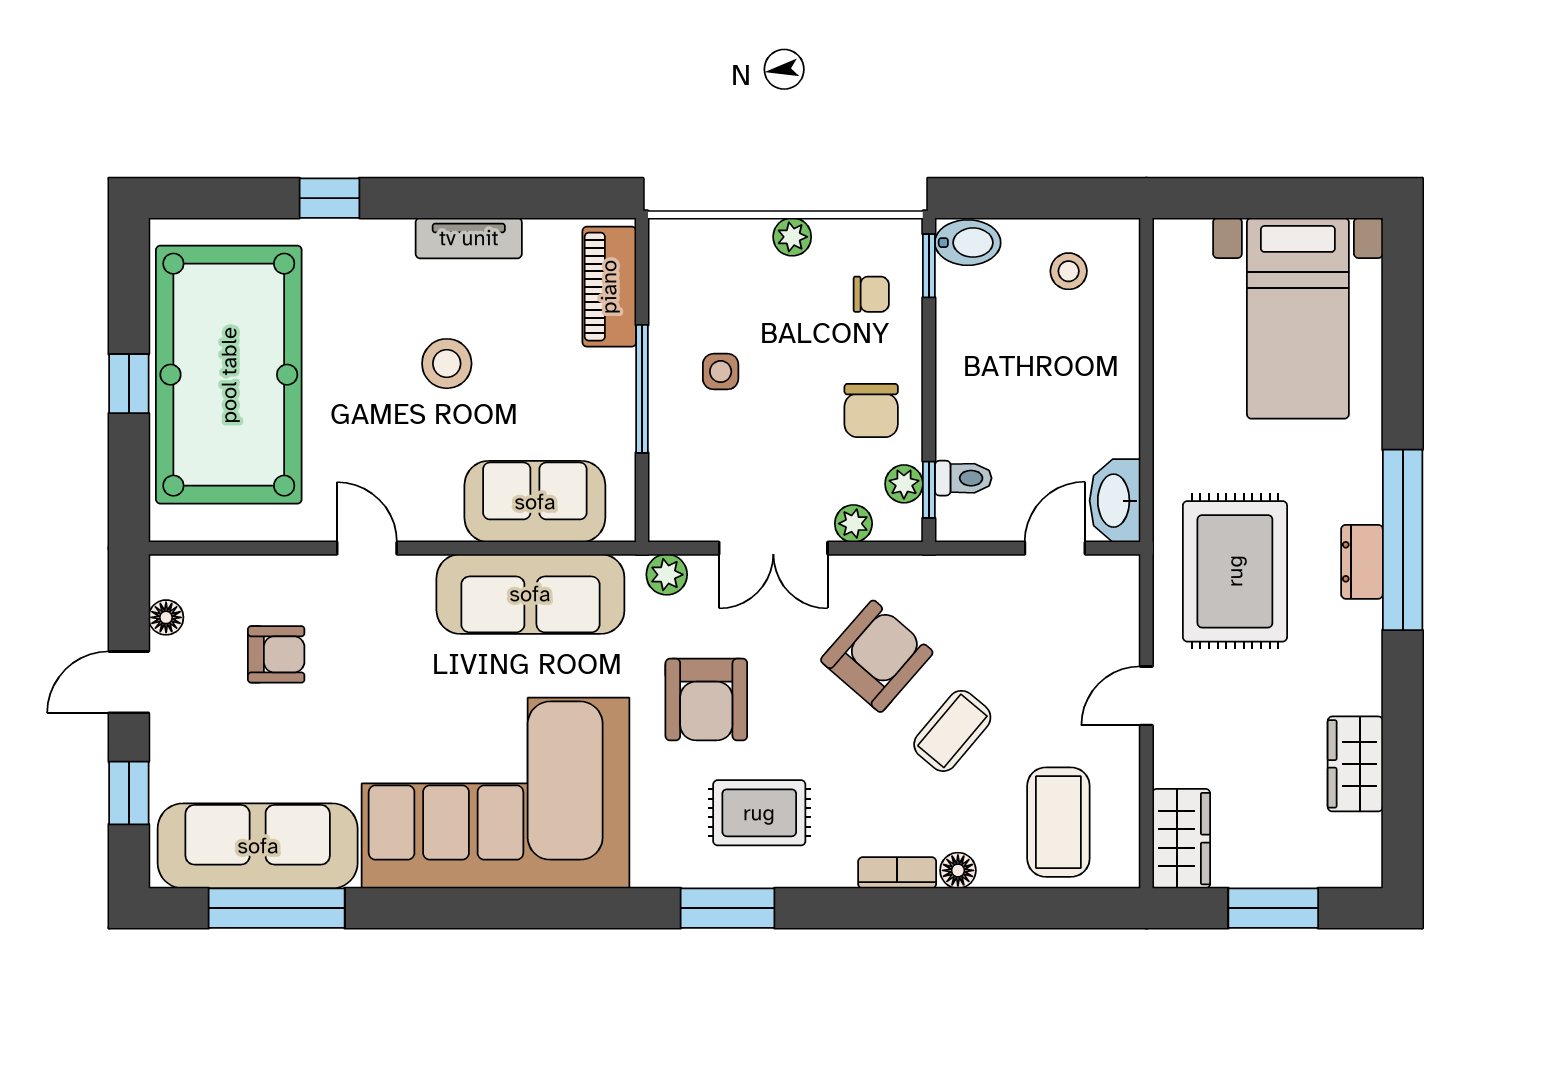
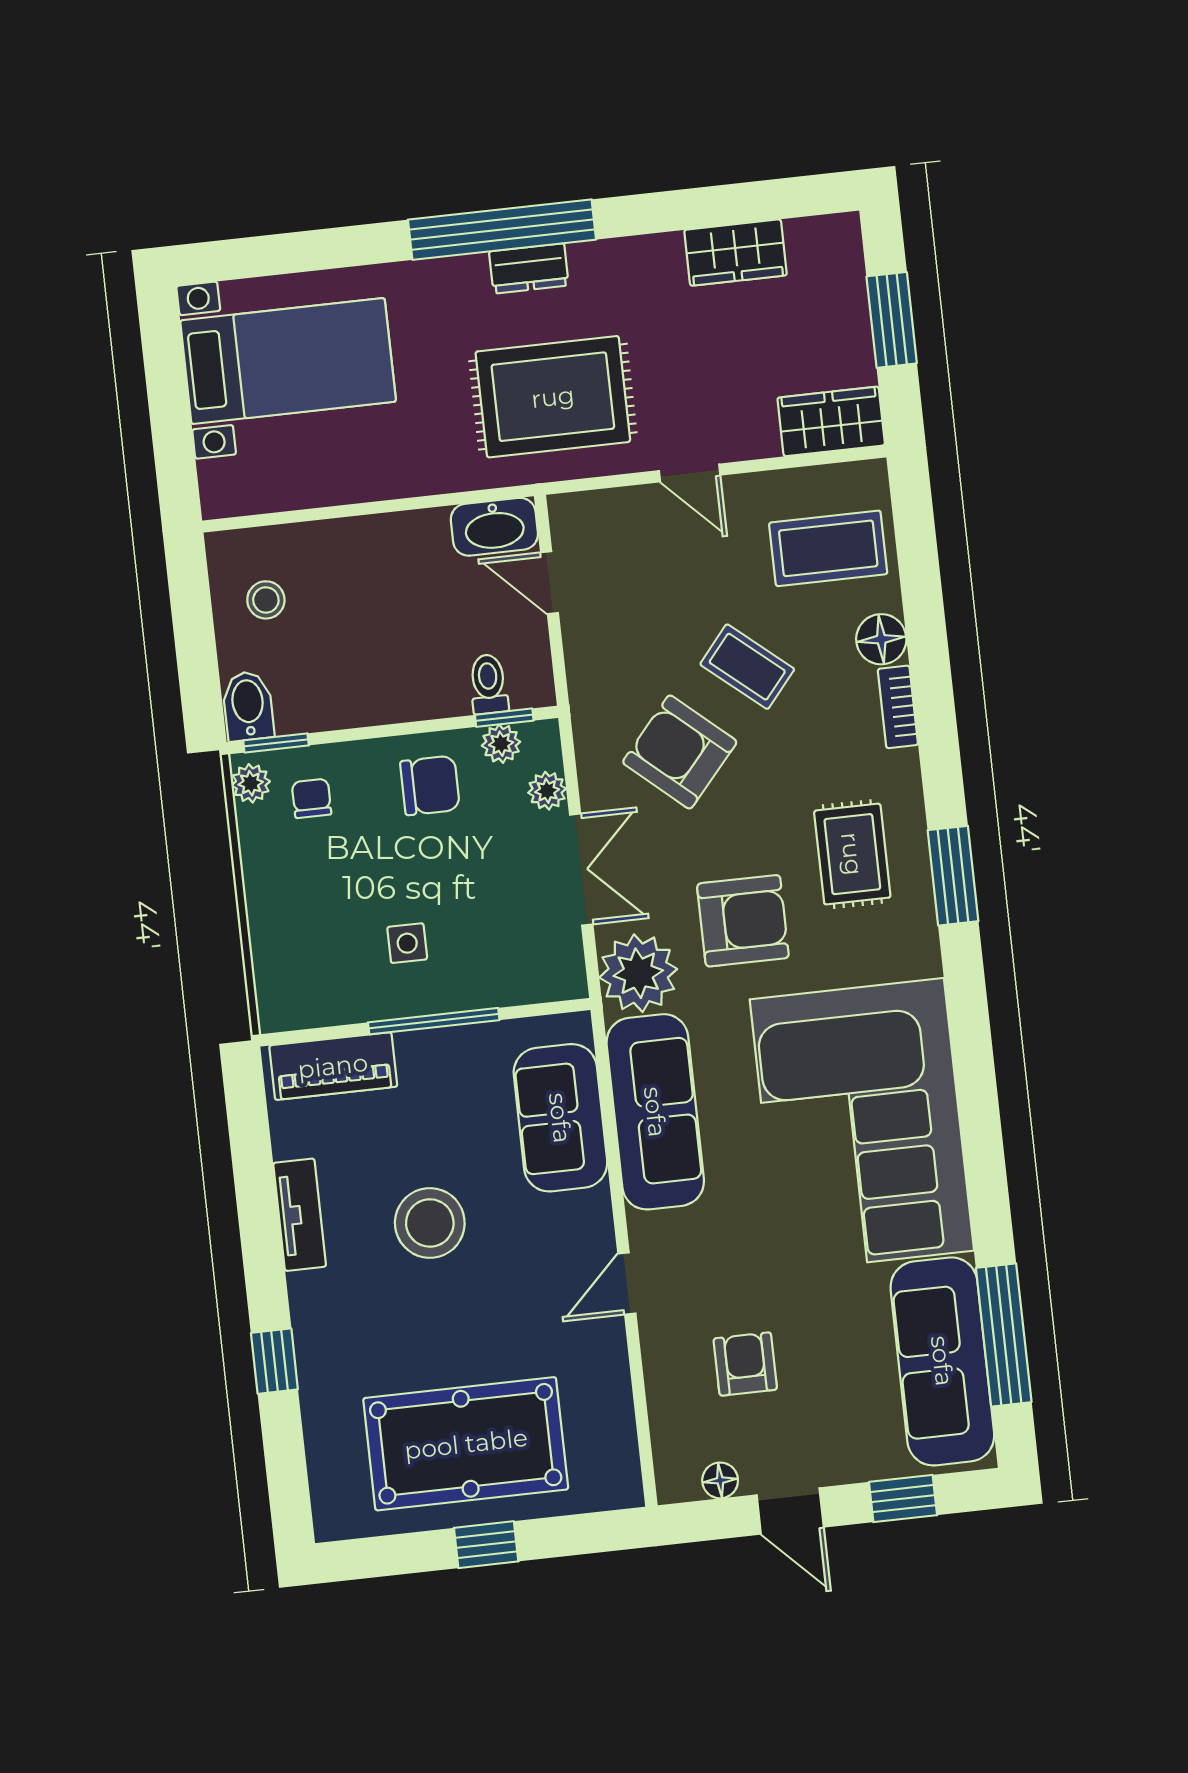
plant: (792, 237) -> (251, 783), moved
stool: (447, 364) -> (430, 1223), width x1.38, depth x1.38
pool table: (229, 375) -> (466, 1444), width x0.73, depth x0.76
plant: (667, 575) -> (638, 973), width x1.88, depth x1.88
floor lamp: (958, 870) -> (881, 639), width x1.37, depth x1.37

